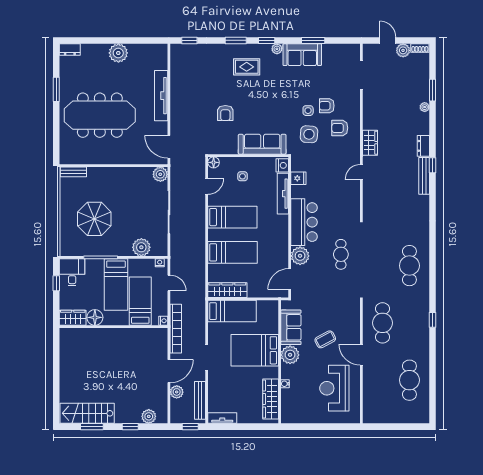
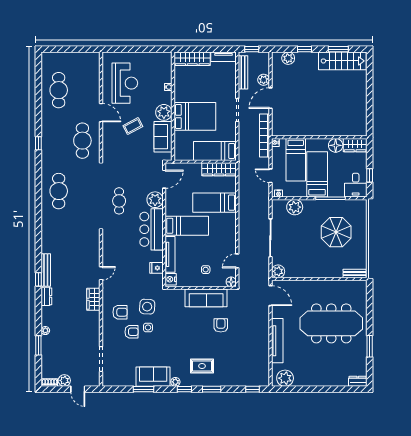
plant: (118, 53) -> (285, 378), moved
sofa: (262, 144) -> (206, 298), moved
bed: (232, 217) -> (187, 226), moved, turned 180
wardrobe: (271, 399) -> (192, 59), moved, turned 90

